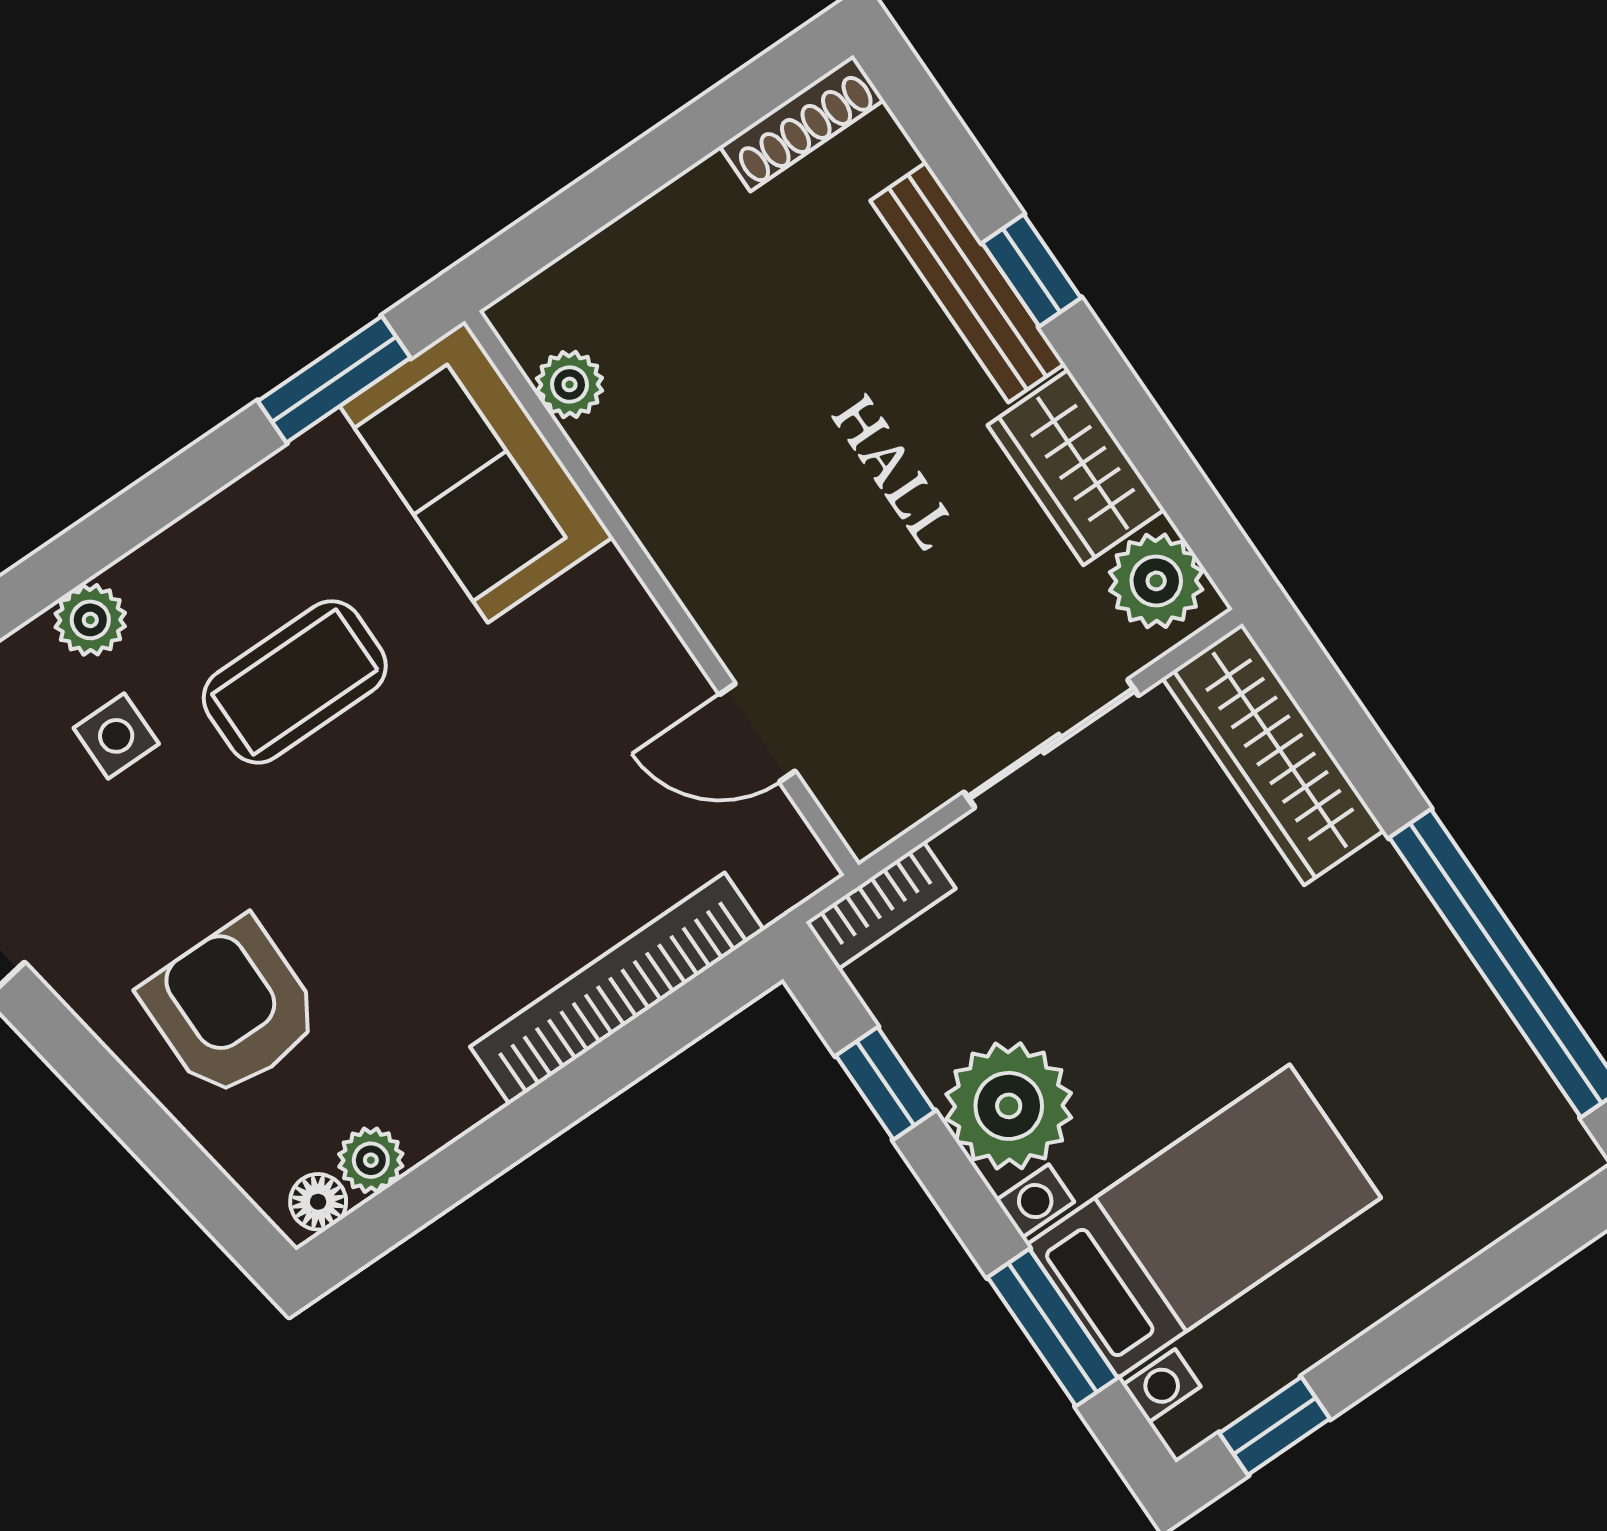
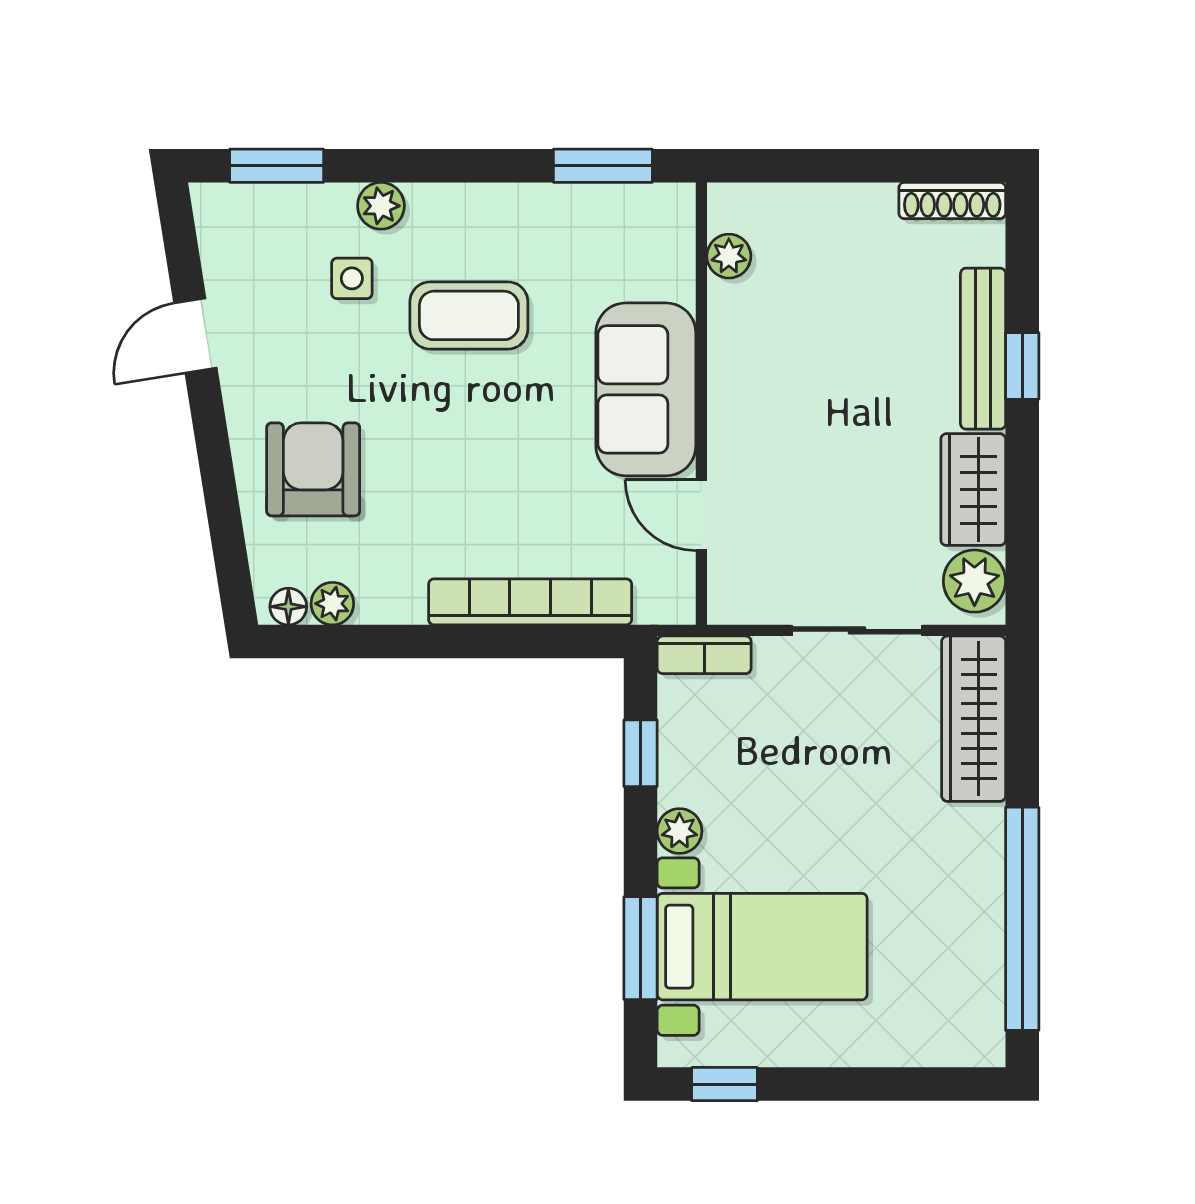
sofa: (476, 472) -> (646, 389), moved
plant: (1009, 1106) -> (679, 831), width x0.53, depth x0.53

